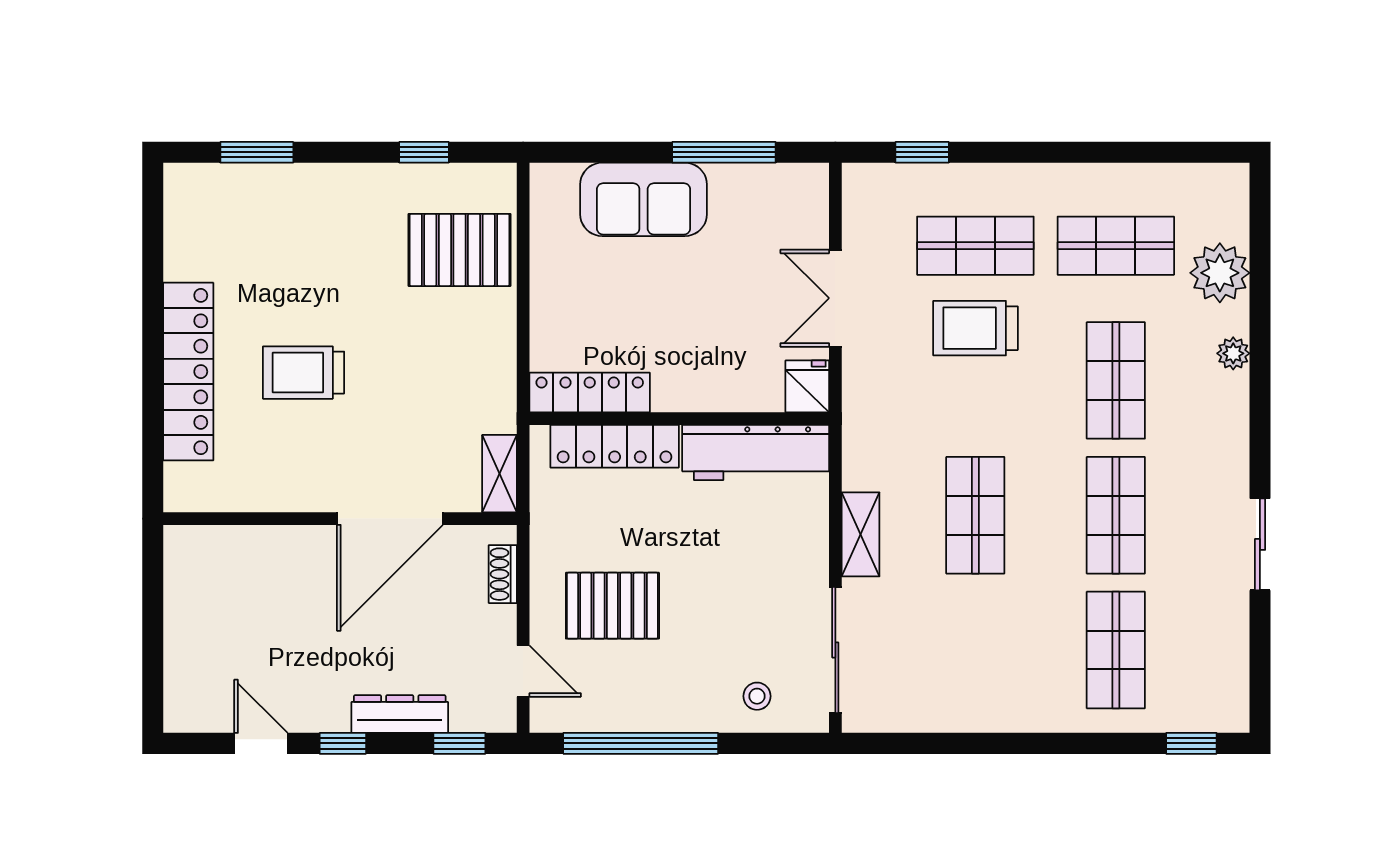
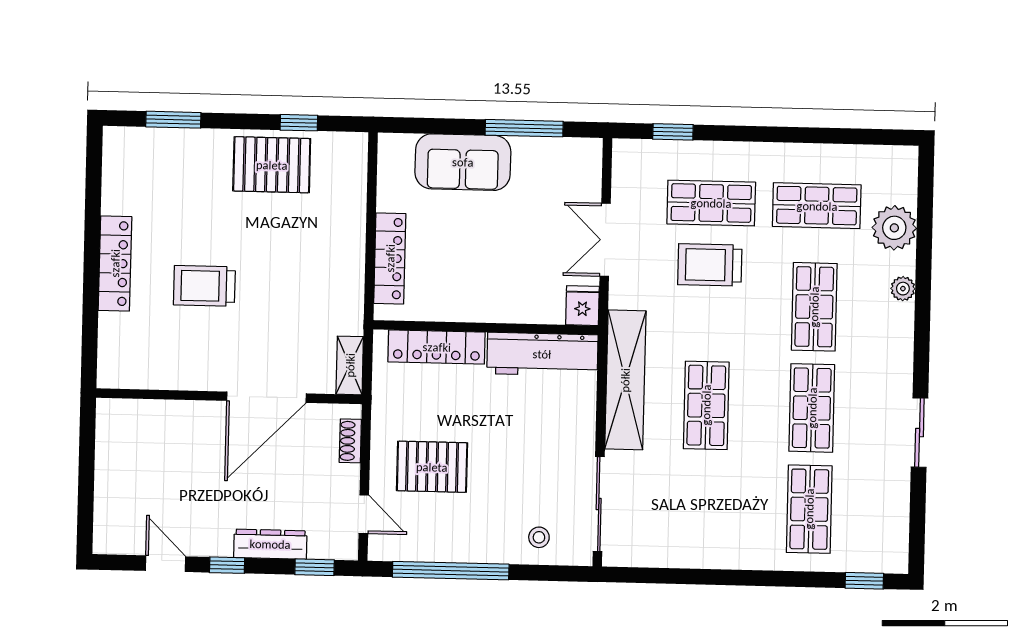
pallet: (459, 250) -> (272, 165), moved
locker: (188, 372) -> (115, 263), width x0.71, depth x0.83
locker: (590, 393) -> (390, 258), moved, turned 90
shelving: (861, 534) -> (625, 380), width x2.20, depth x1.33

